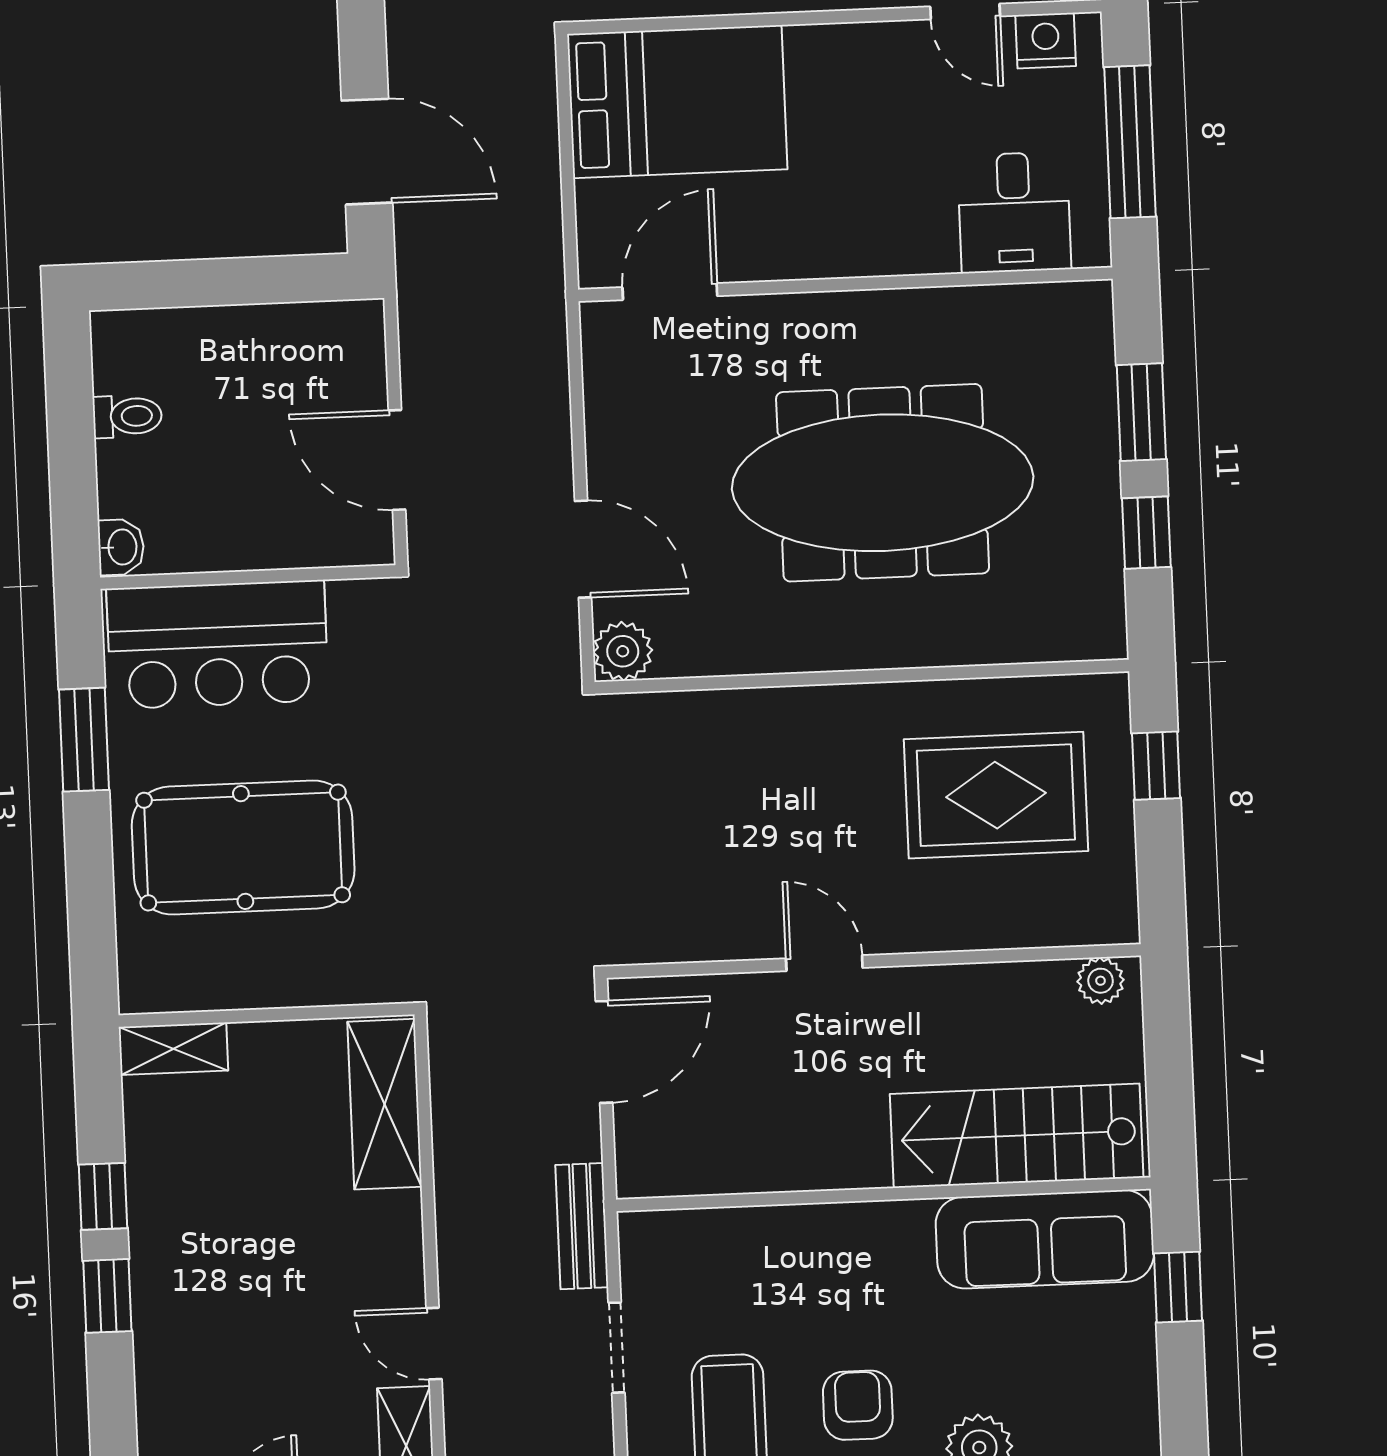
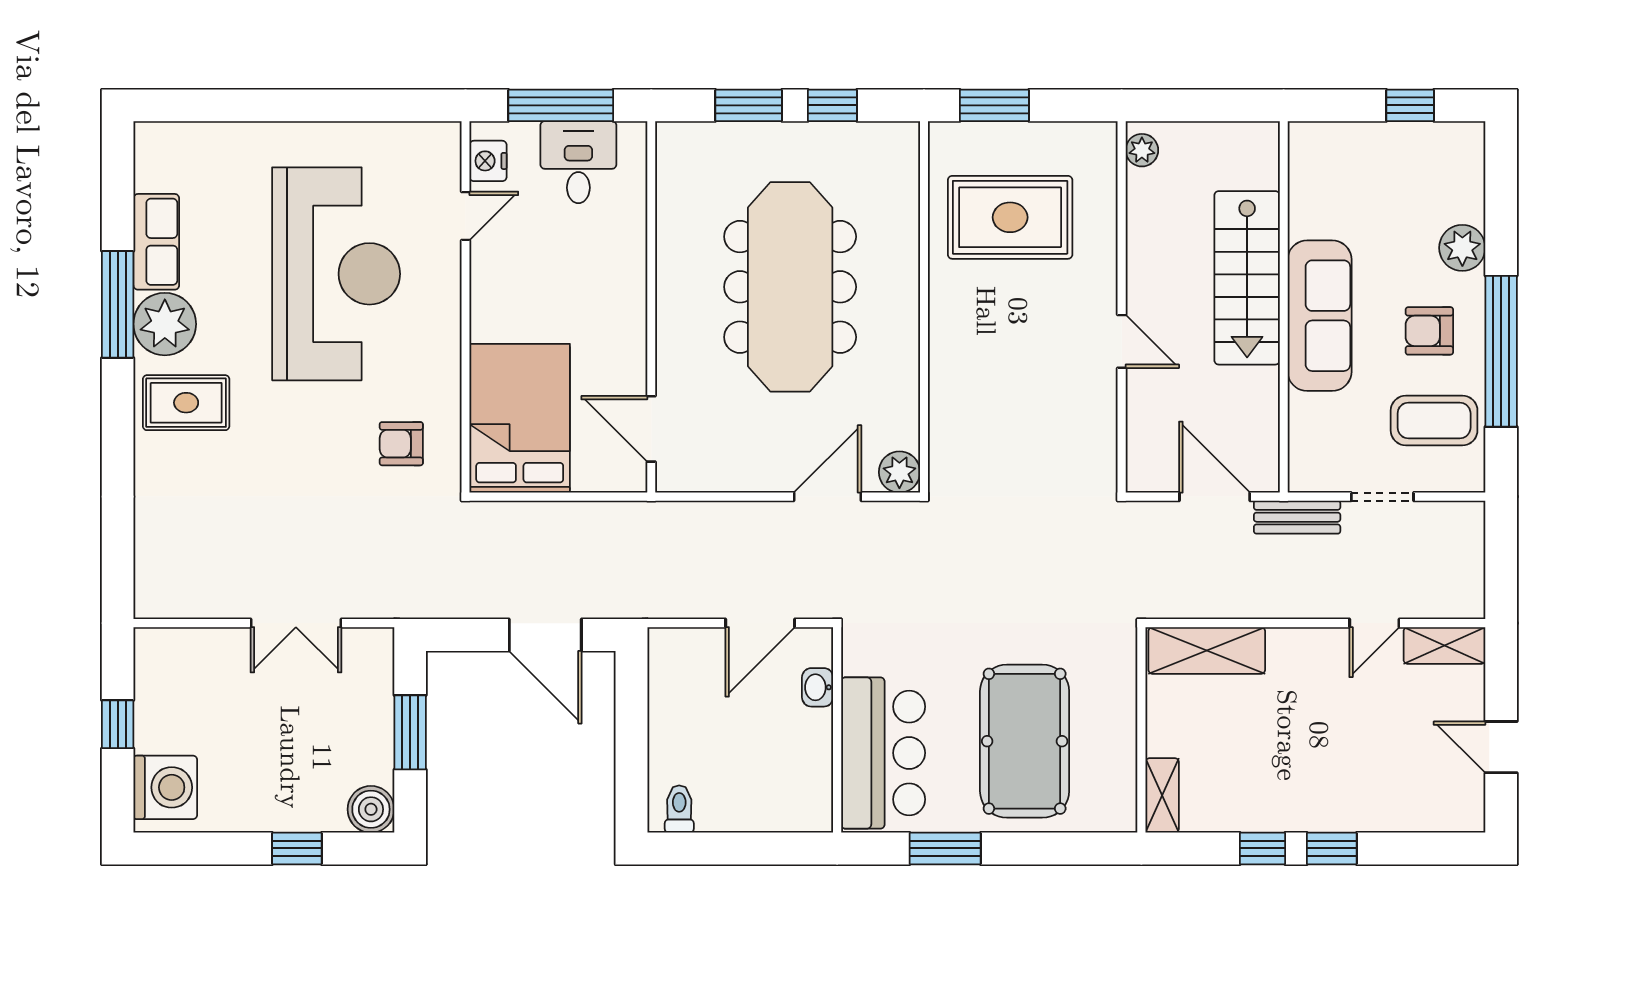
door: (367, 152) -> (545, 635), swing flipped
desk: (1014, 212) -> (578, 162), moved, turned -90
toilet: (127, 416) -> (679, 809), moved
washbasin: (121, 547) -> (818, 687), moved, turned -90
window: (1156, 766) -> (994, 105), width x1.50
rug: (996, 795) -> (1010, 217), turned 90
door: (824, 963) -> (1122, 341), swing flipped
door: (604, 1052) -> (1215, 497), moved
stairs: (1017, 1136) -> (1247, 278), moved
sofa: (1045, 1239) -> (1320, 316), moved
window: (1178, 1287) -> (1410, 105), moved

